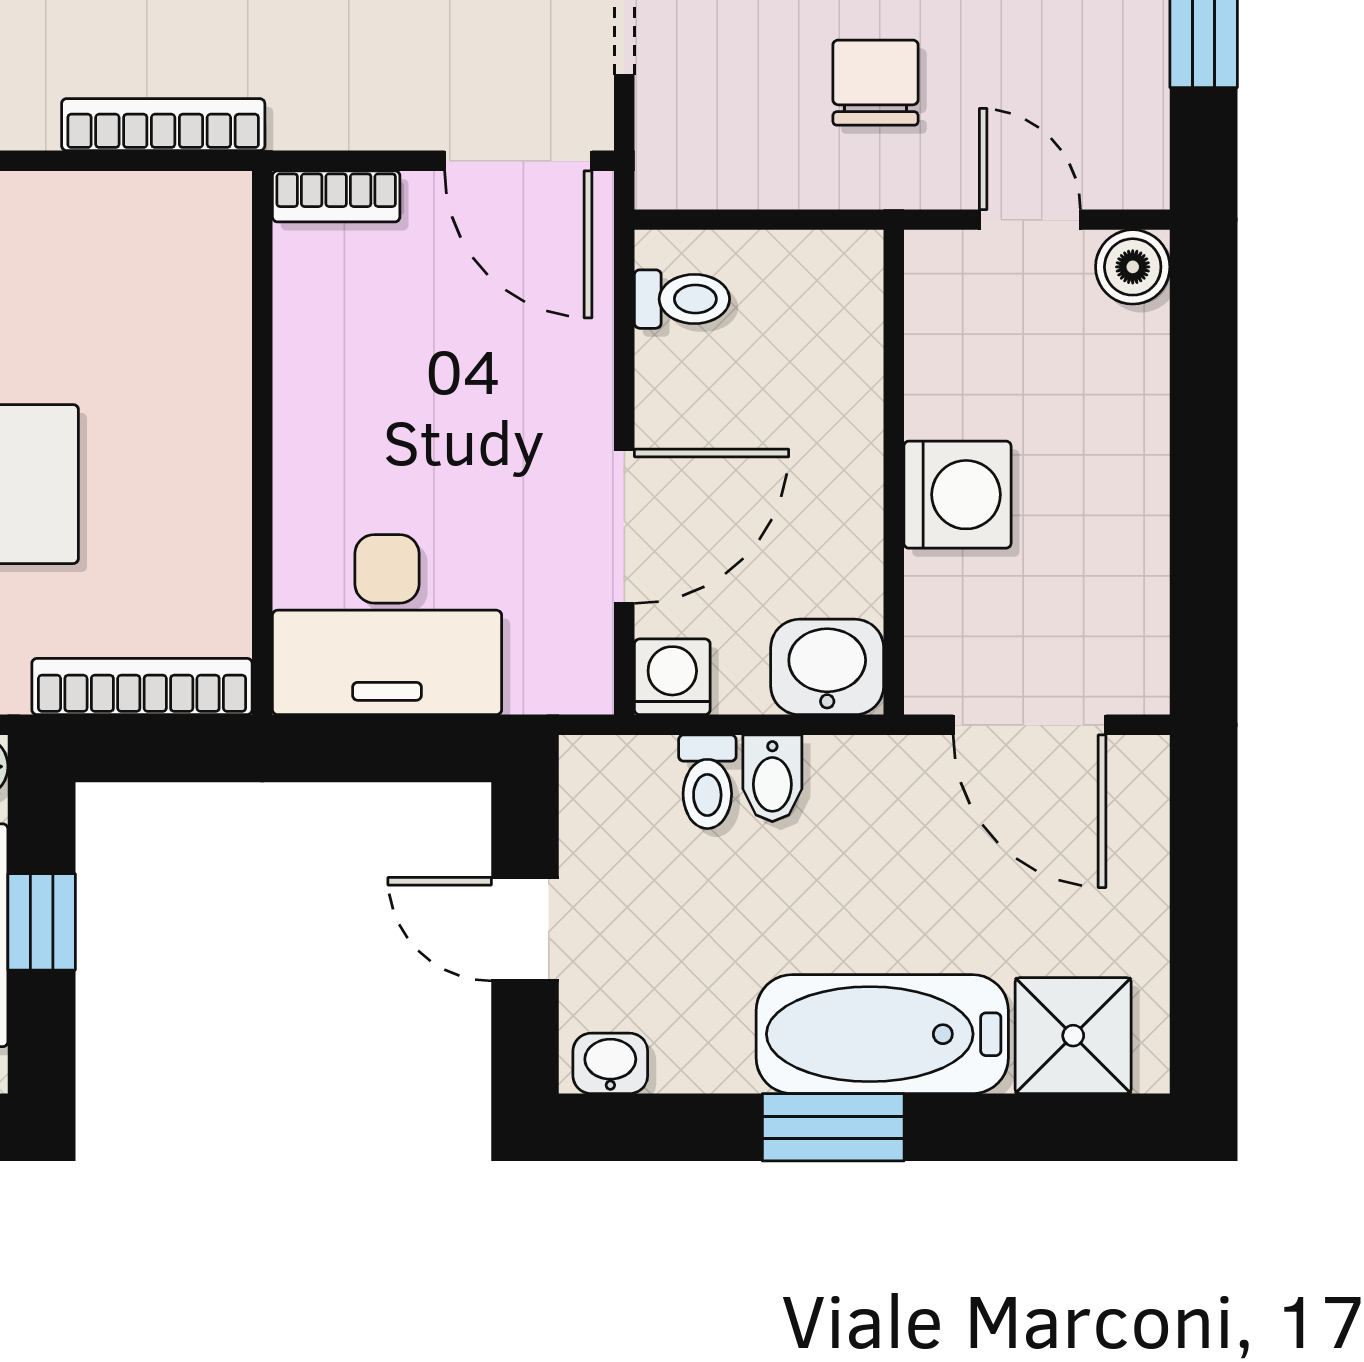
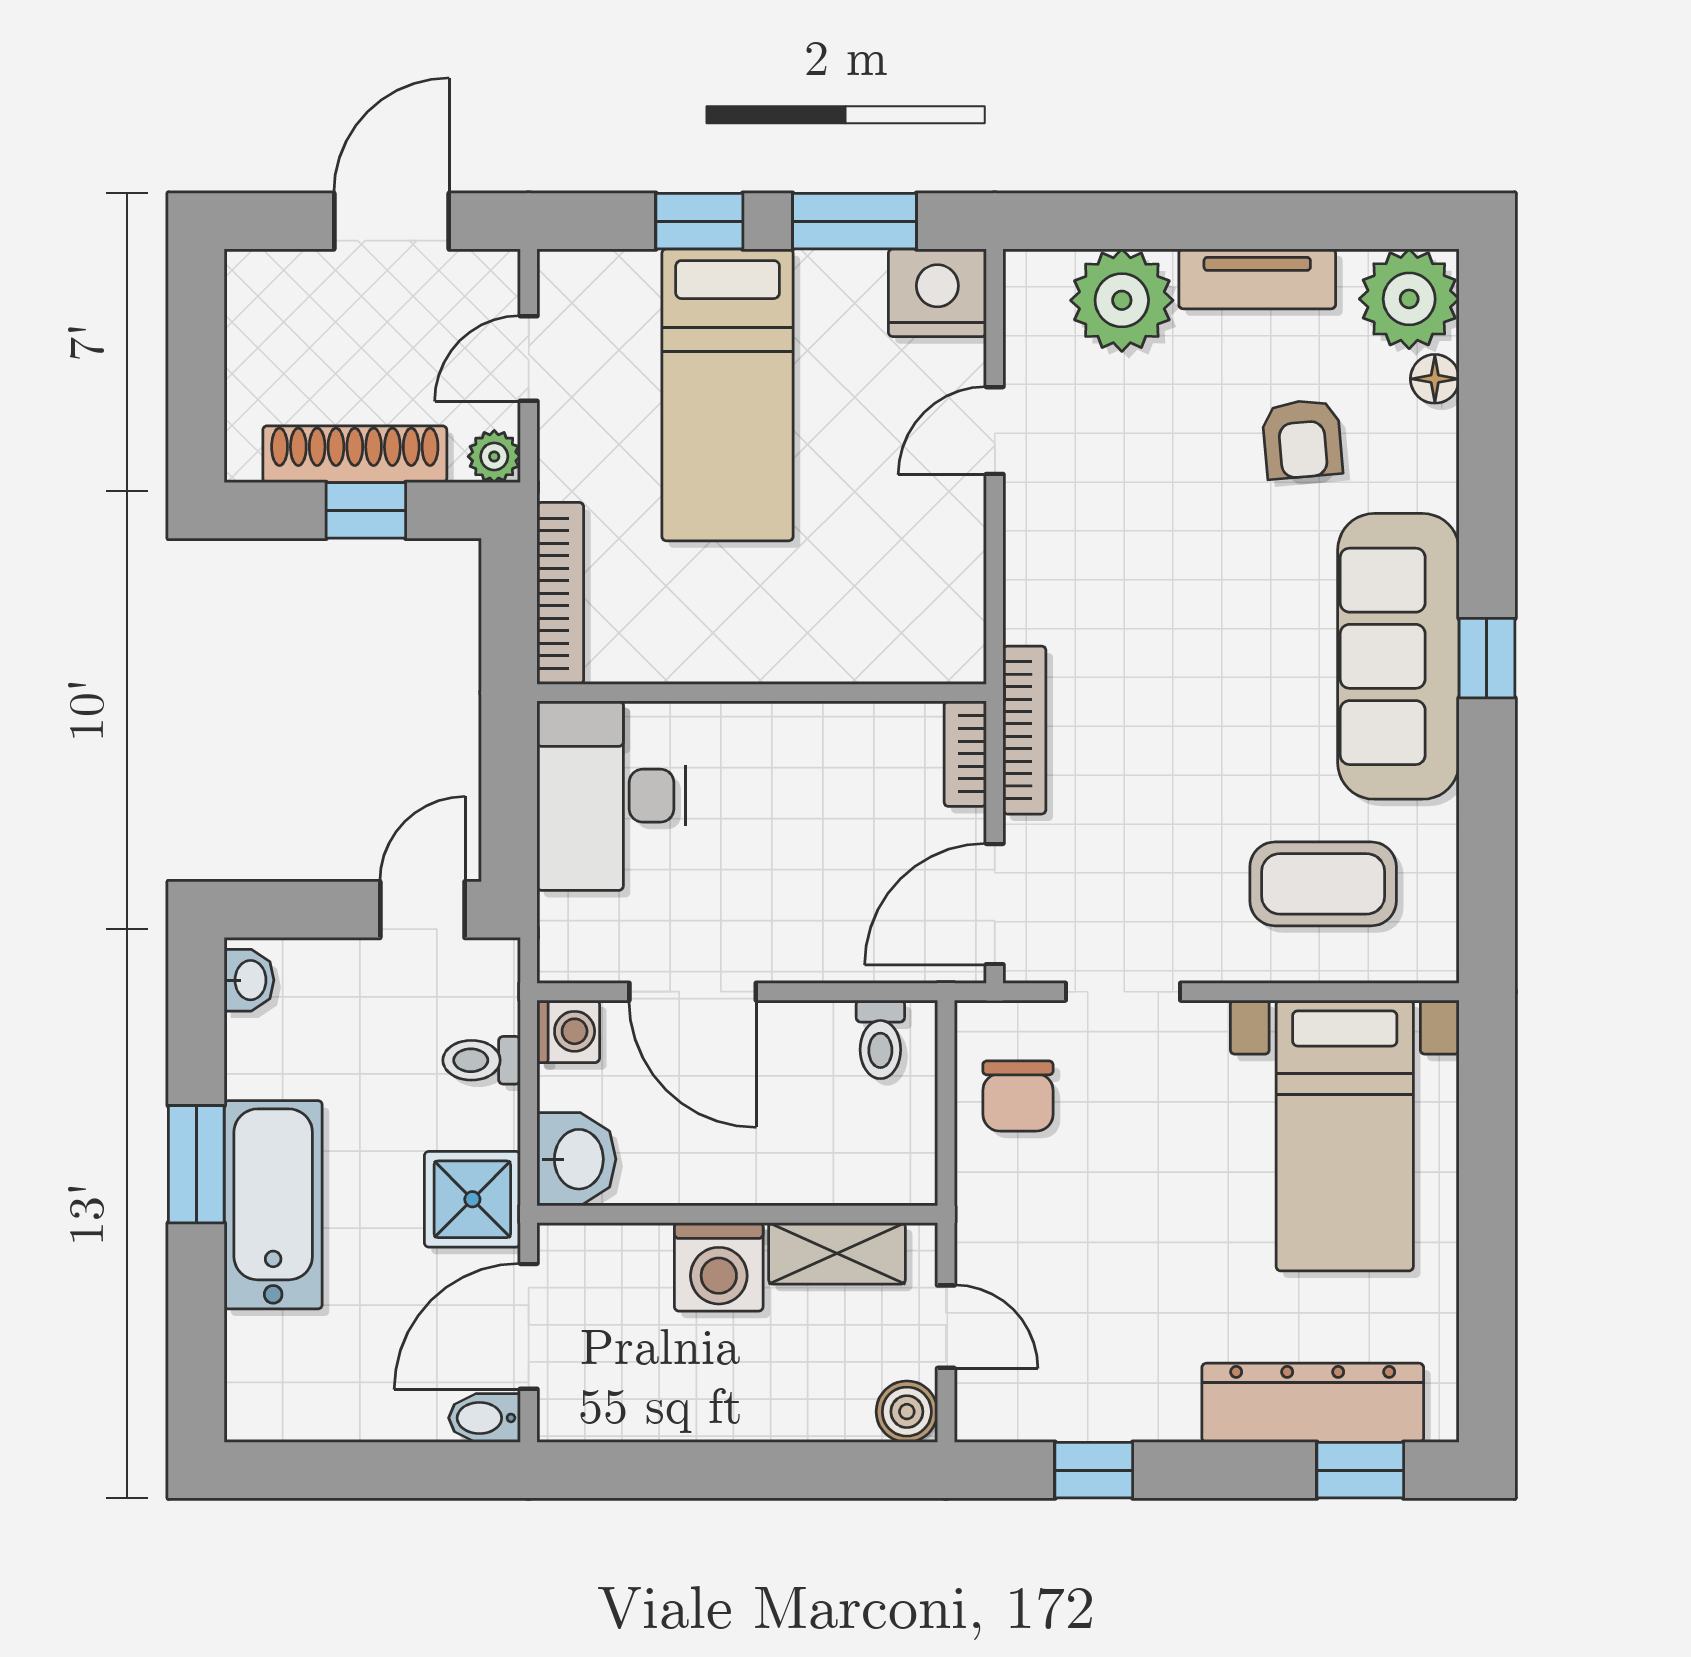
chair: (875, 83) -> (1018, 1096), moved, turned 90
bookcase: (163, 125) -> (1024, 730), moved
door: (1030, 220) -> (946, 1327), hinge flipped
shelving: (941, 352) -> (837, 1253), added
bidet: (772, 778) -> (484, 1418), moved
door: (525, 929) -> (422, 910), moved
shower: (1073, 1036) -> (472, 1199), moved

